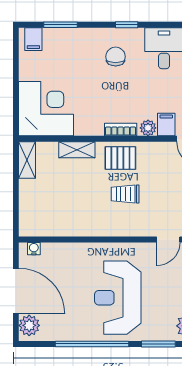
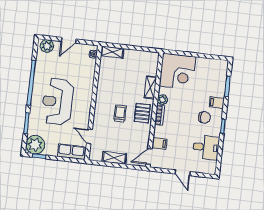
filing cabinet: (33, 39) -> (217, 103), moved
plant: (148, 128) -> (162, 100), moved
shelving: (27, 160) -> (112, 52), moved
door: (16, 291) -> (69, 40), width x0.53
reception desk: (118, 298) -> (58, 102), turned -90

